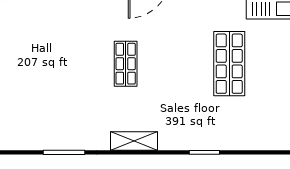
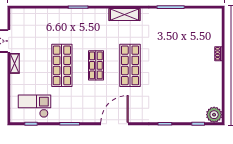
shop shelf: (126, 64) -> (130, 65), width x1.43, depth x1.36
shop shelf: (177, 64) -> (96, 65), added

